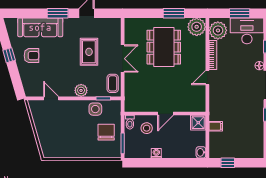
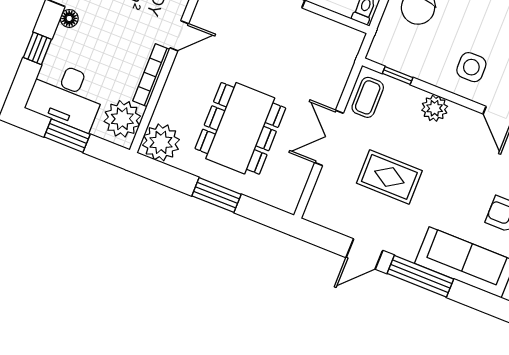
window: (58, 13) -> (420, 276), width x1.44
window: (174, 13) -> (217, 195), moved
rug: (89, 52) -> (389, 177), turned 90
side table: (95, 109) -> (471, 67), moved

